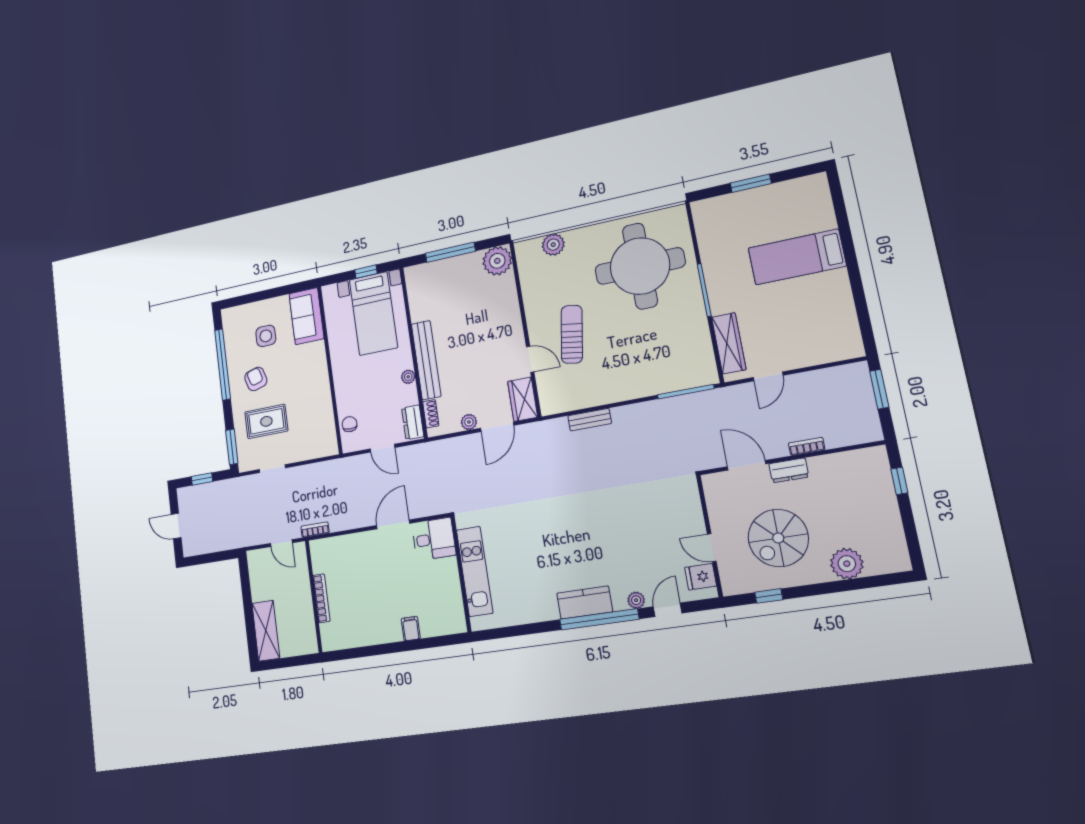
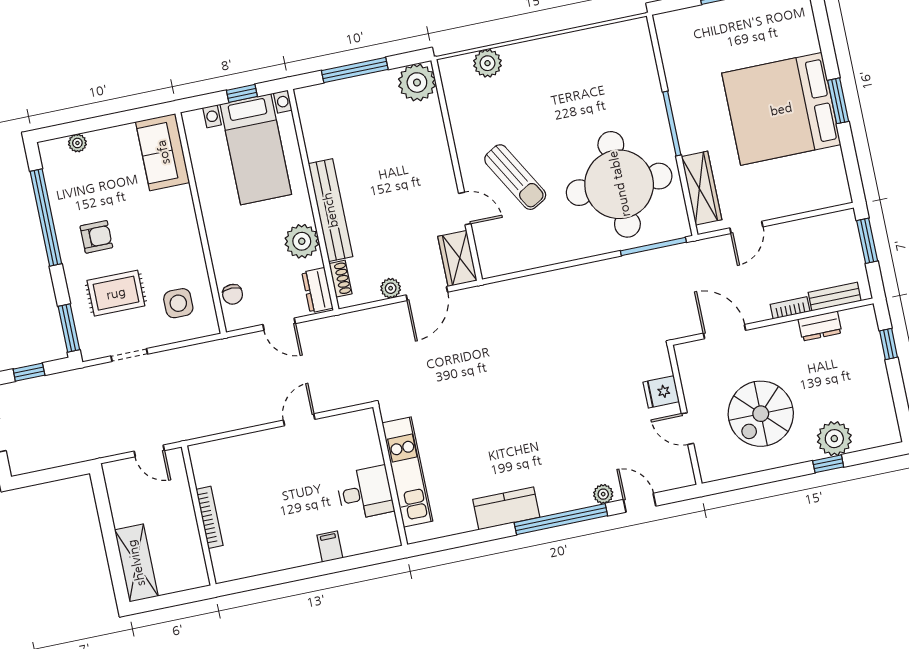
bed: (797, 257) -> (781, 109), width x2.04
round table: (640, 266) -> (619, 184), moved
window: (853, 269) -> (838, 101), added
plant: (248, 310) -> (77, 143), added
sun lounger: (572, 334) -> (515, 177), turned 141
side table: (266, 336) -> (178, 303), moved
plant: (408, 377) -> (302, 241), width x1.87, depth x1.87
armchair: (256, 379) -> (96, 237), turned 106
bench: (590, 420) -> (835, 297), moved
chair: (350, 424) -> (233, 294), turned 180
dresser: (789, 470) -> (820, 326), moved
door: (393, 524) -> (299, 420), width x0.73
bookcase: (315, 530) -> (195, 431), removed
desk: (434, 539) -> (365, 493), moved
fridge: (701, 577) -> (661, 392), moved
window: (769, 596) -> (828, 464), moved
kitchen counter: (585, 602) -> (506, 508), moved
door: (668, 610) -> (640, 503), hinge flipped

